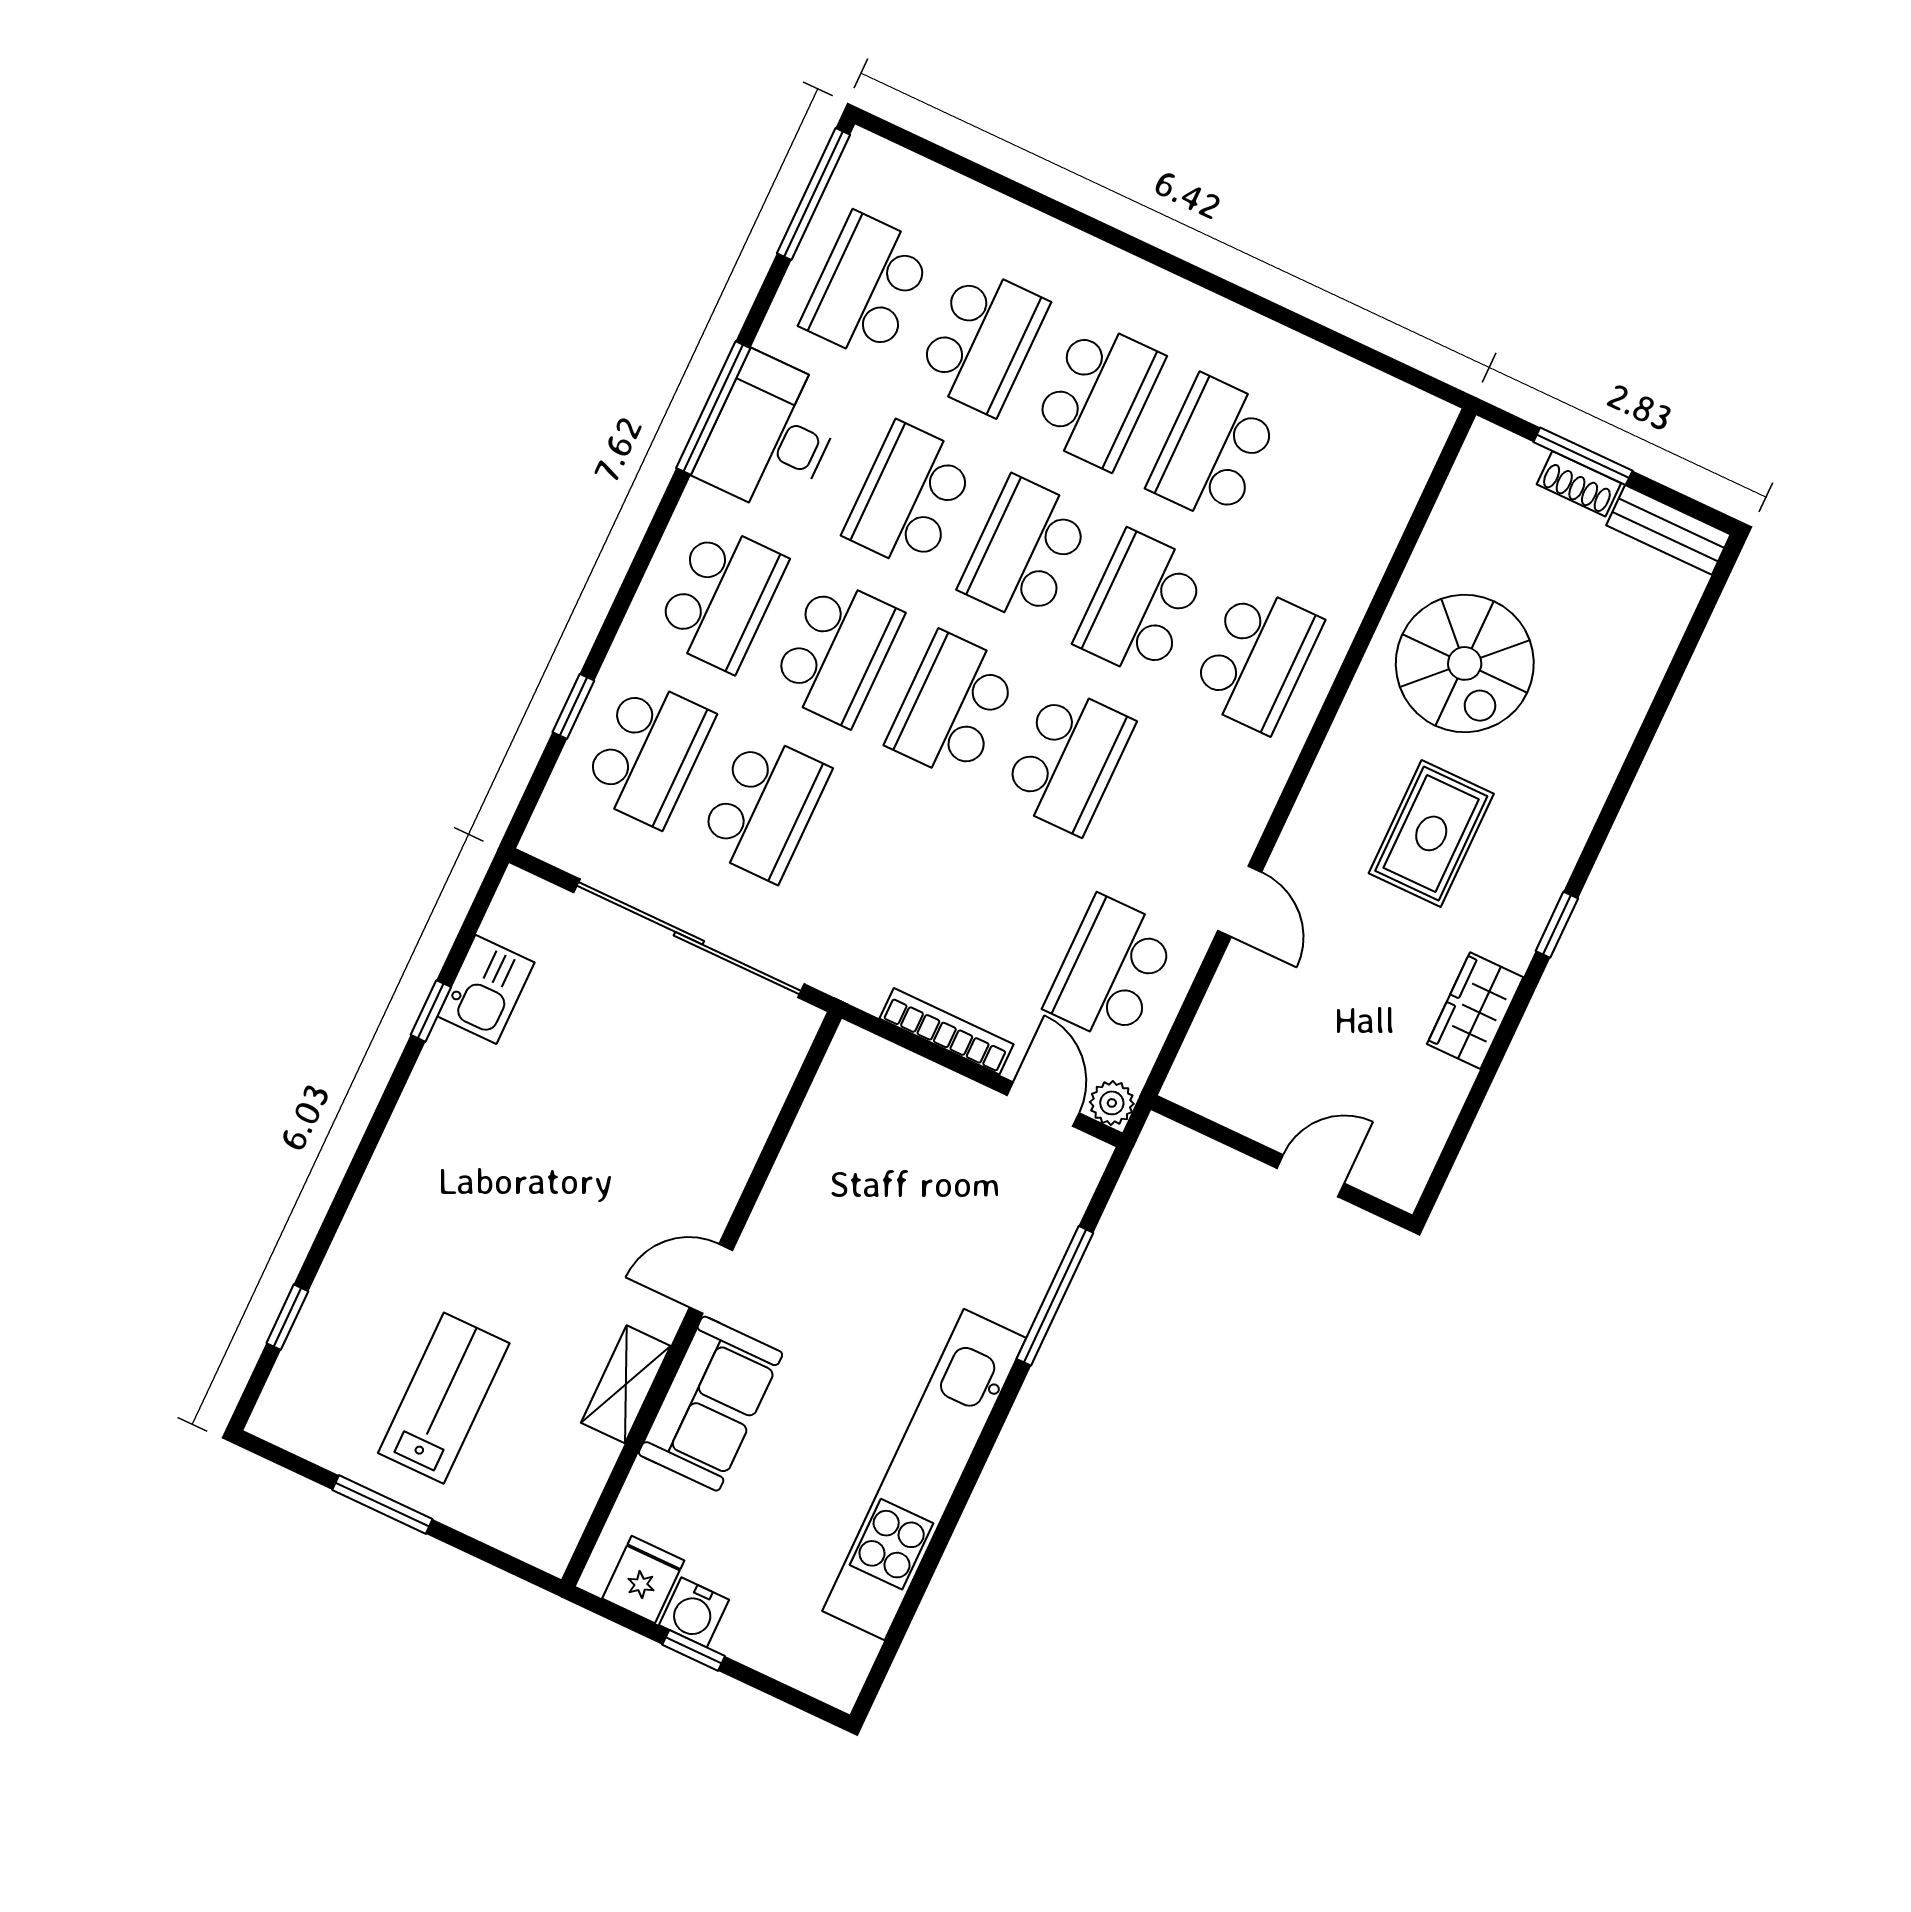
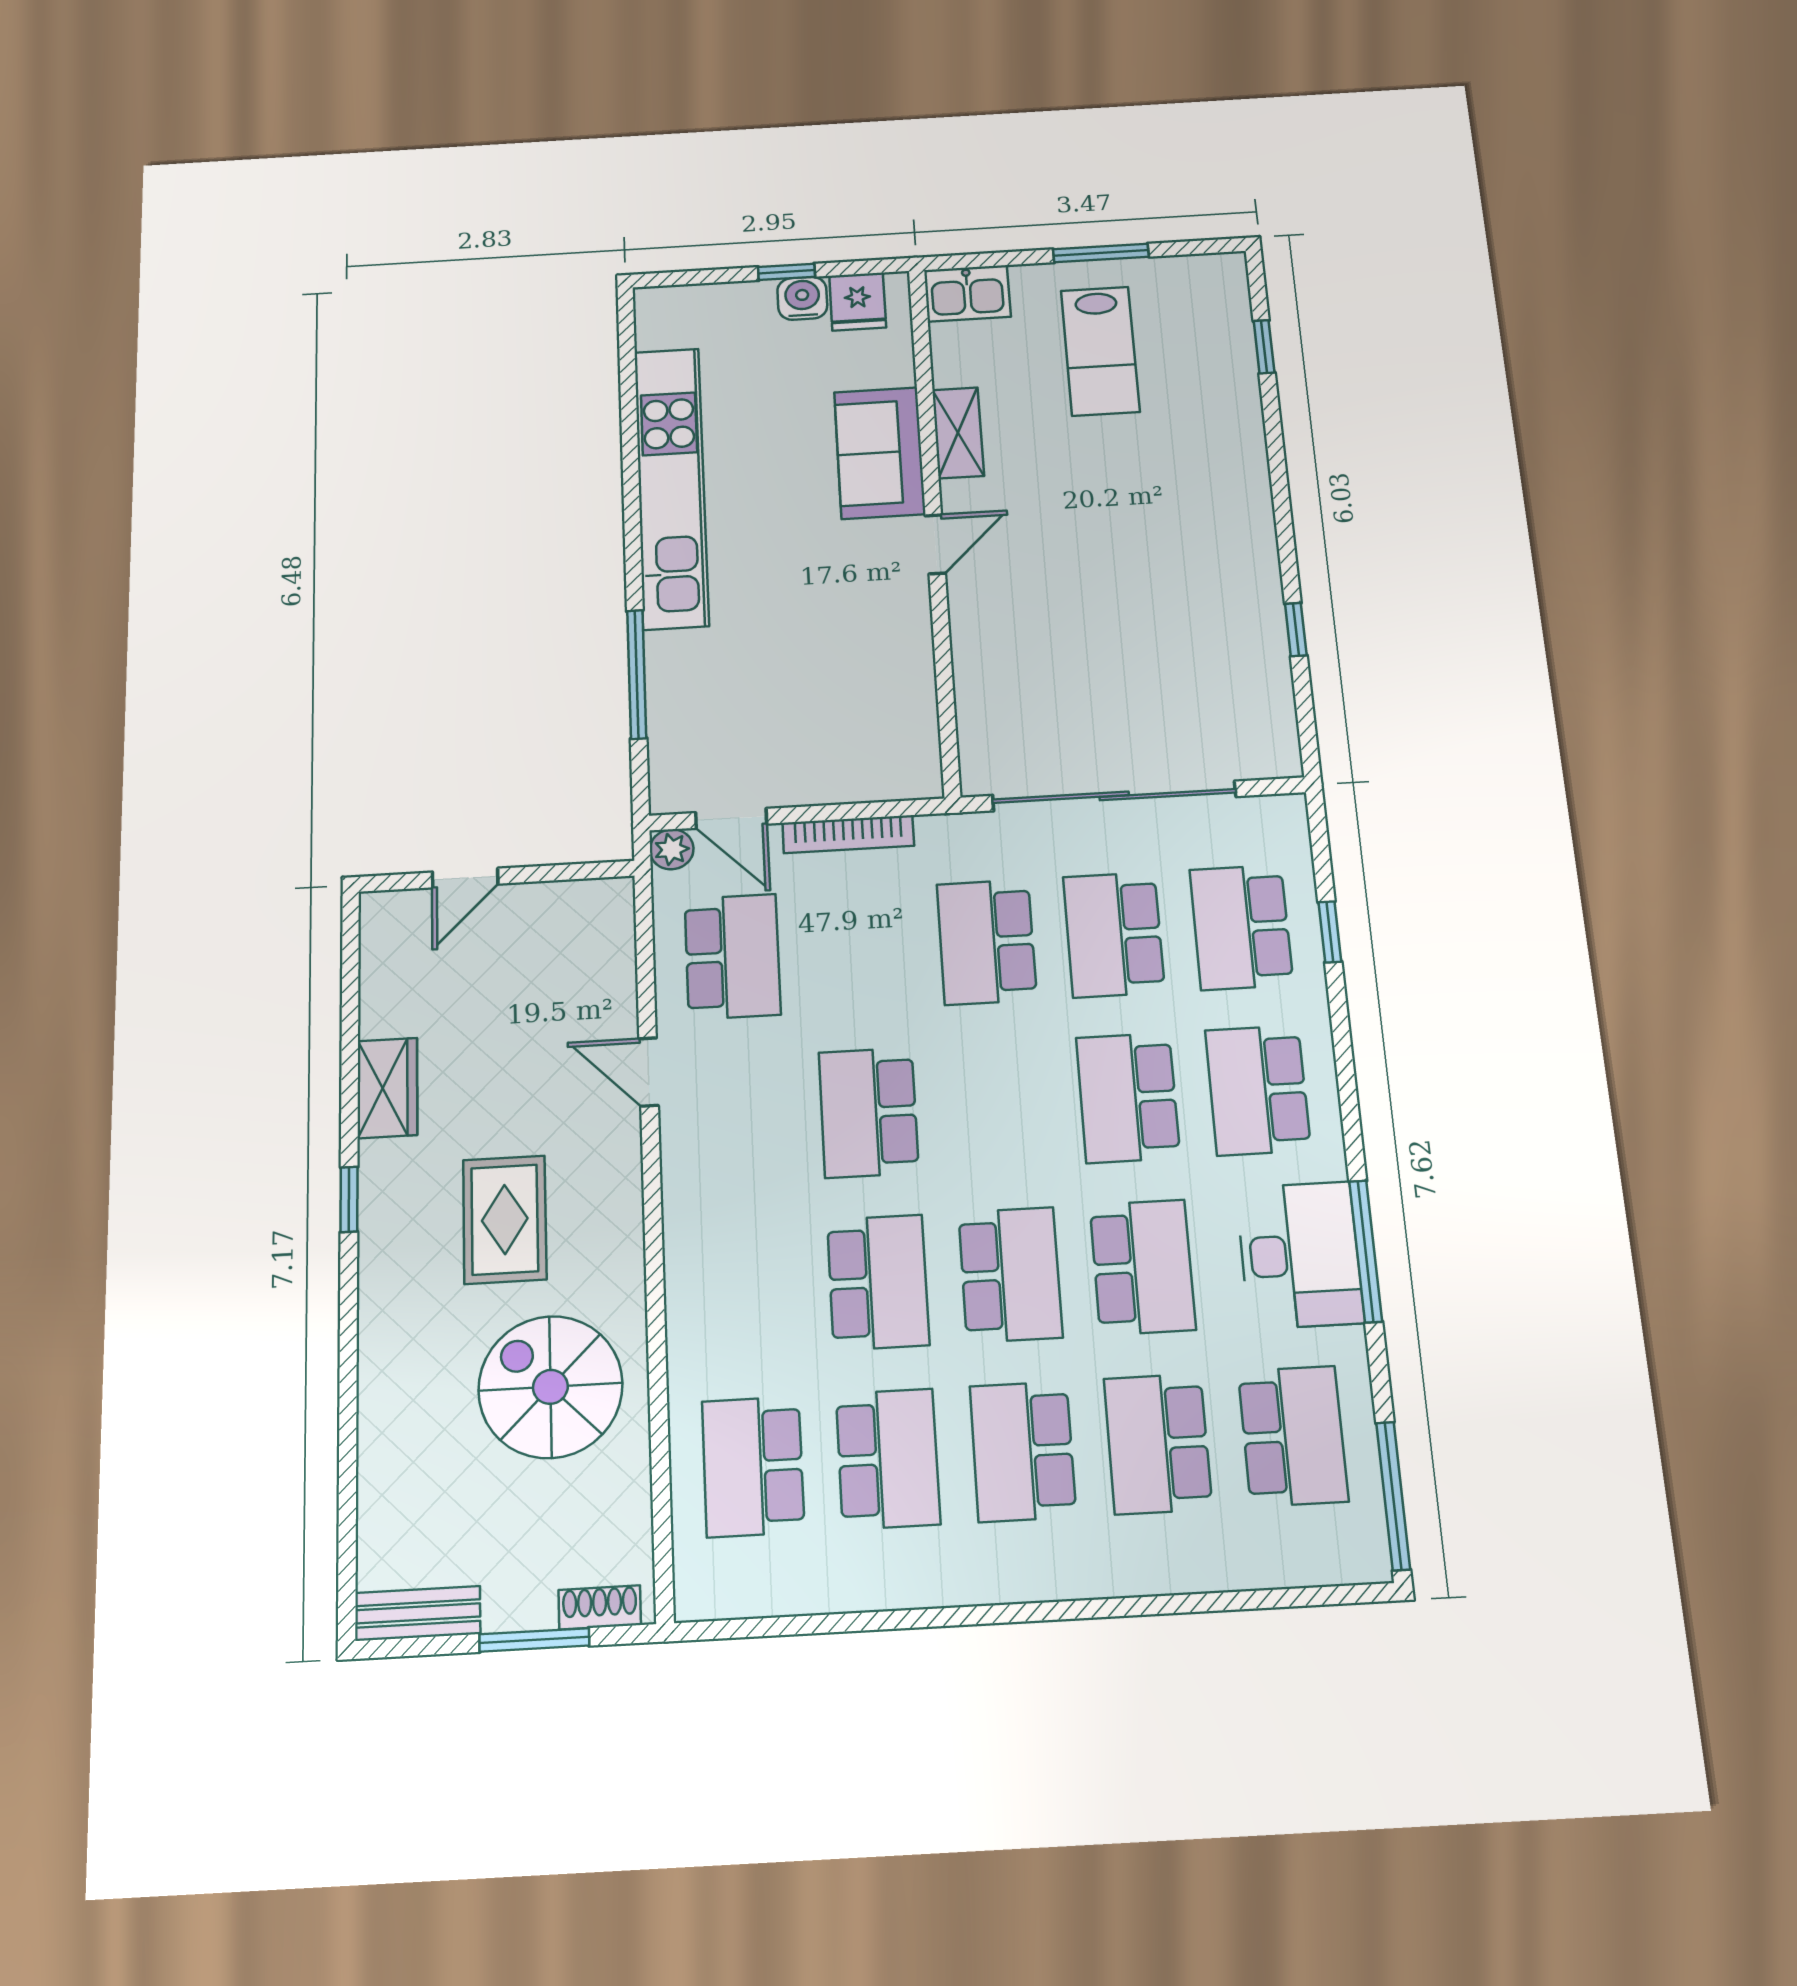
shoe rack: (1579, 484) -> (600, 1607), moved
school desk: (1256, 659) -> (753, 1466), moved
school desk: (952, 706) -> (987, 942), moved, turned 180
kitchen sink: (486, 989) -> (967, 293), moved, turned -90

